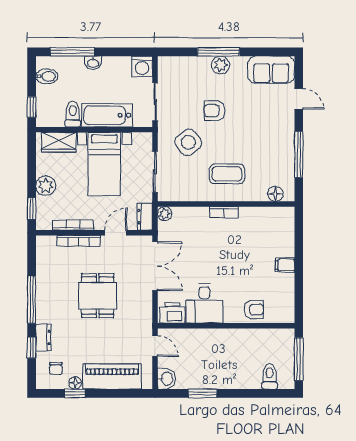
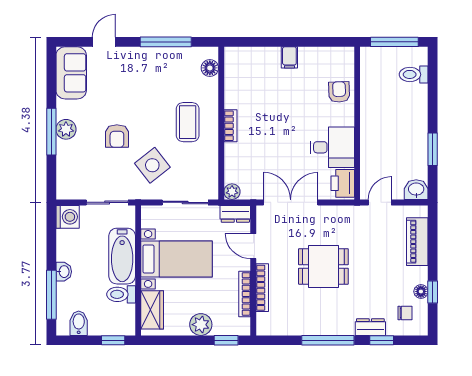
piano: (112, 376) -> (417, 242), width x0.73, depth x0.75

